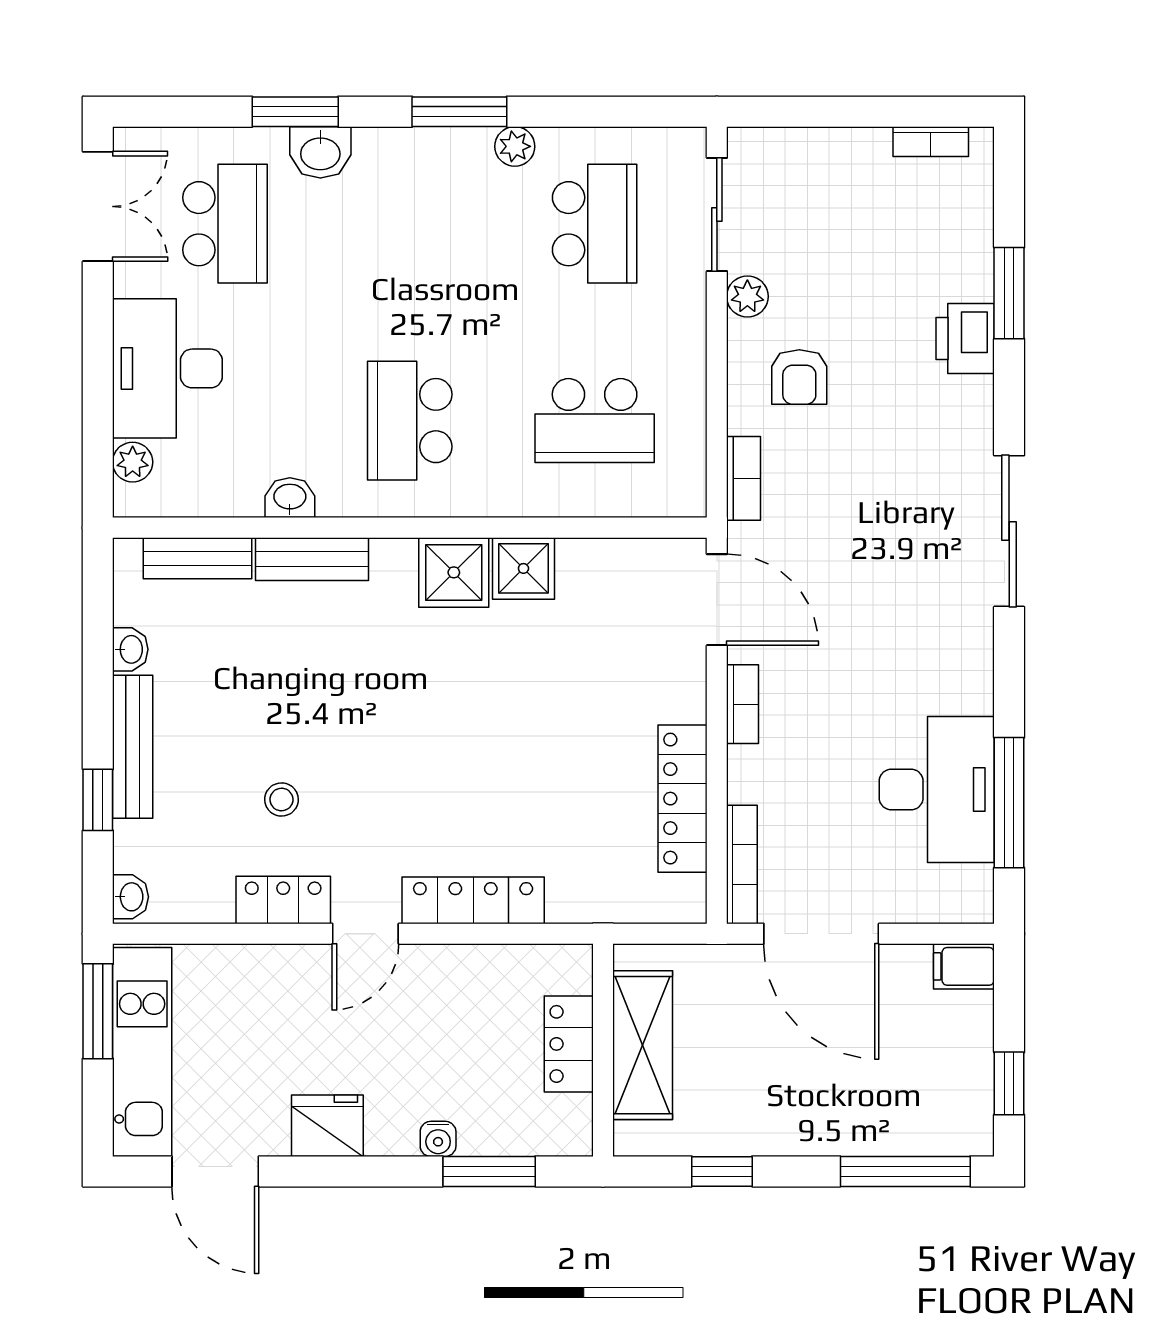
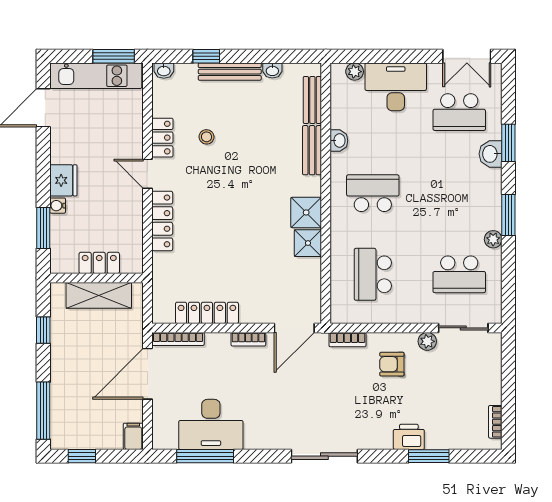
fridge: (327, 1126) -> (63, 180), moved

